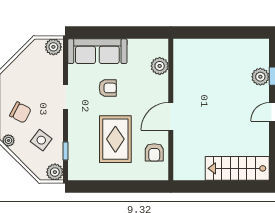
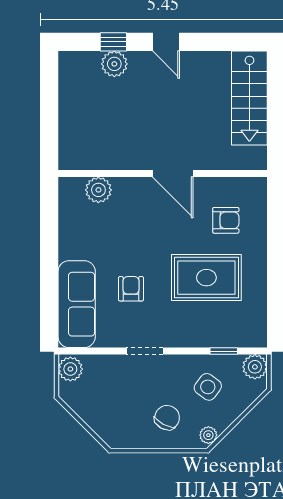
plant: (160, 66) -> (98, 190), moved
wall: (171, 110) -> (163, 173), moved
door: (171, 116) -> (173, 173), moved

